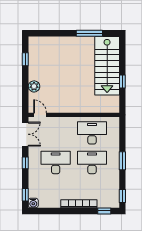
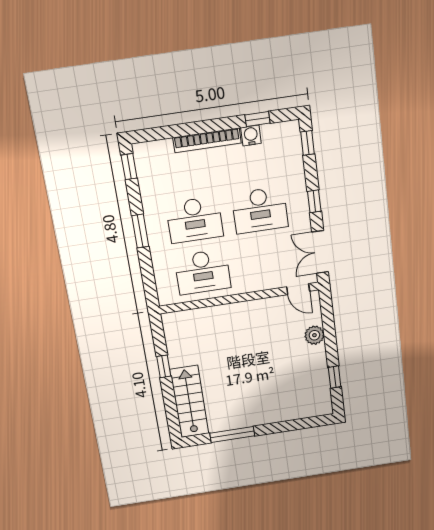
stairs: (107, 66) -> (189, 402), width x0.73, depth x0.66
water cooler: (33, 203) -> (251, 135), moved
window: (104, 211) -> (257, 119), moved

